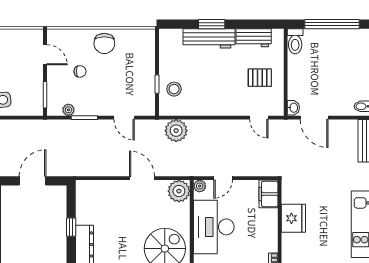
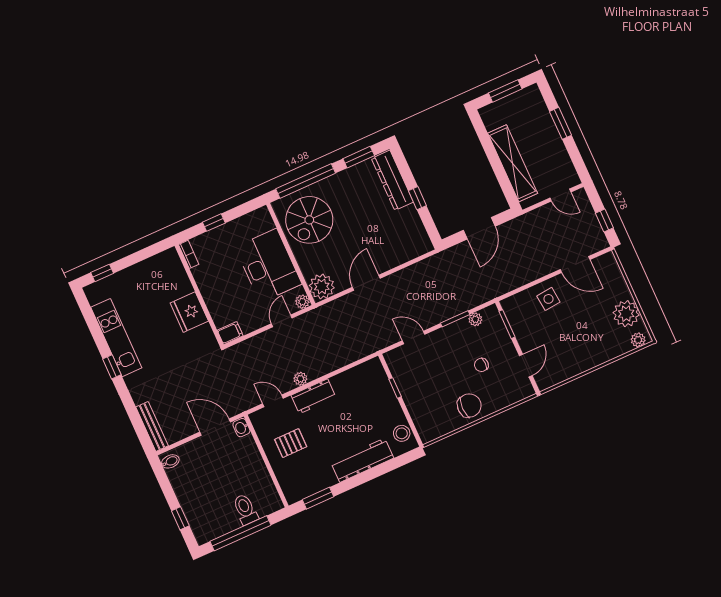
window: (212, 24) -> (318, 498), moved
workbench: (254, 38) -> (313, 396), moved, turned 180
toilet: (295, 41) -> (245, 509), moved
chair: (104, 43) -> (469, 406), turned 90
door: (45, 55) -> (526, 366), swing flipped
stool: (174, 89) -> (402, 433), moved
plant: (176, 131) -> (300, 379), moved, width x0.53, depth x0.53
door: (142, 178) -> (366, 283), swing flipped
filing cabinet: (268, 194) -> (230, 333), width x0.50

